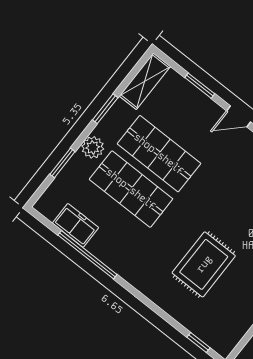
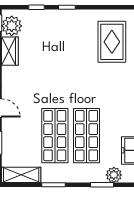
plant: (93, 147) -> (114, 175), moved
rug: (204, 264) -> (112, 42), moved, turned 90

